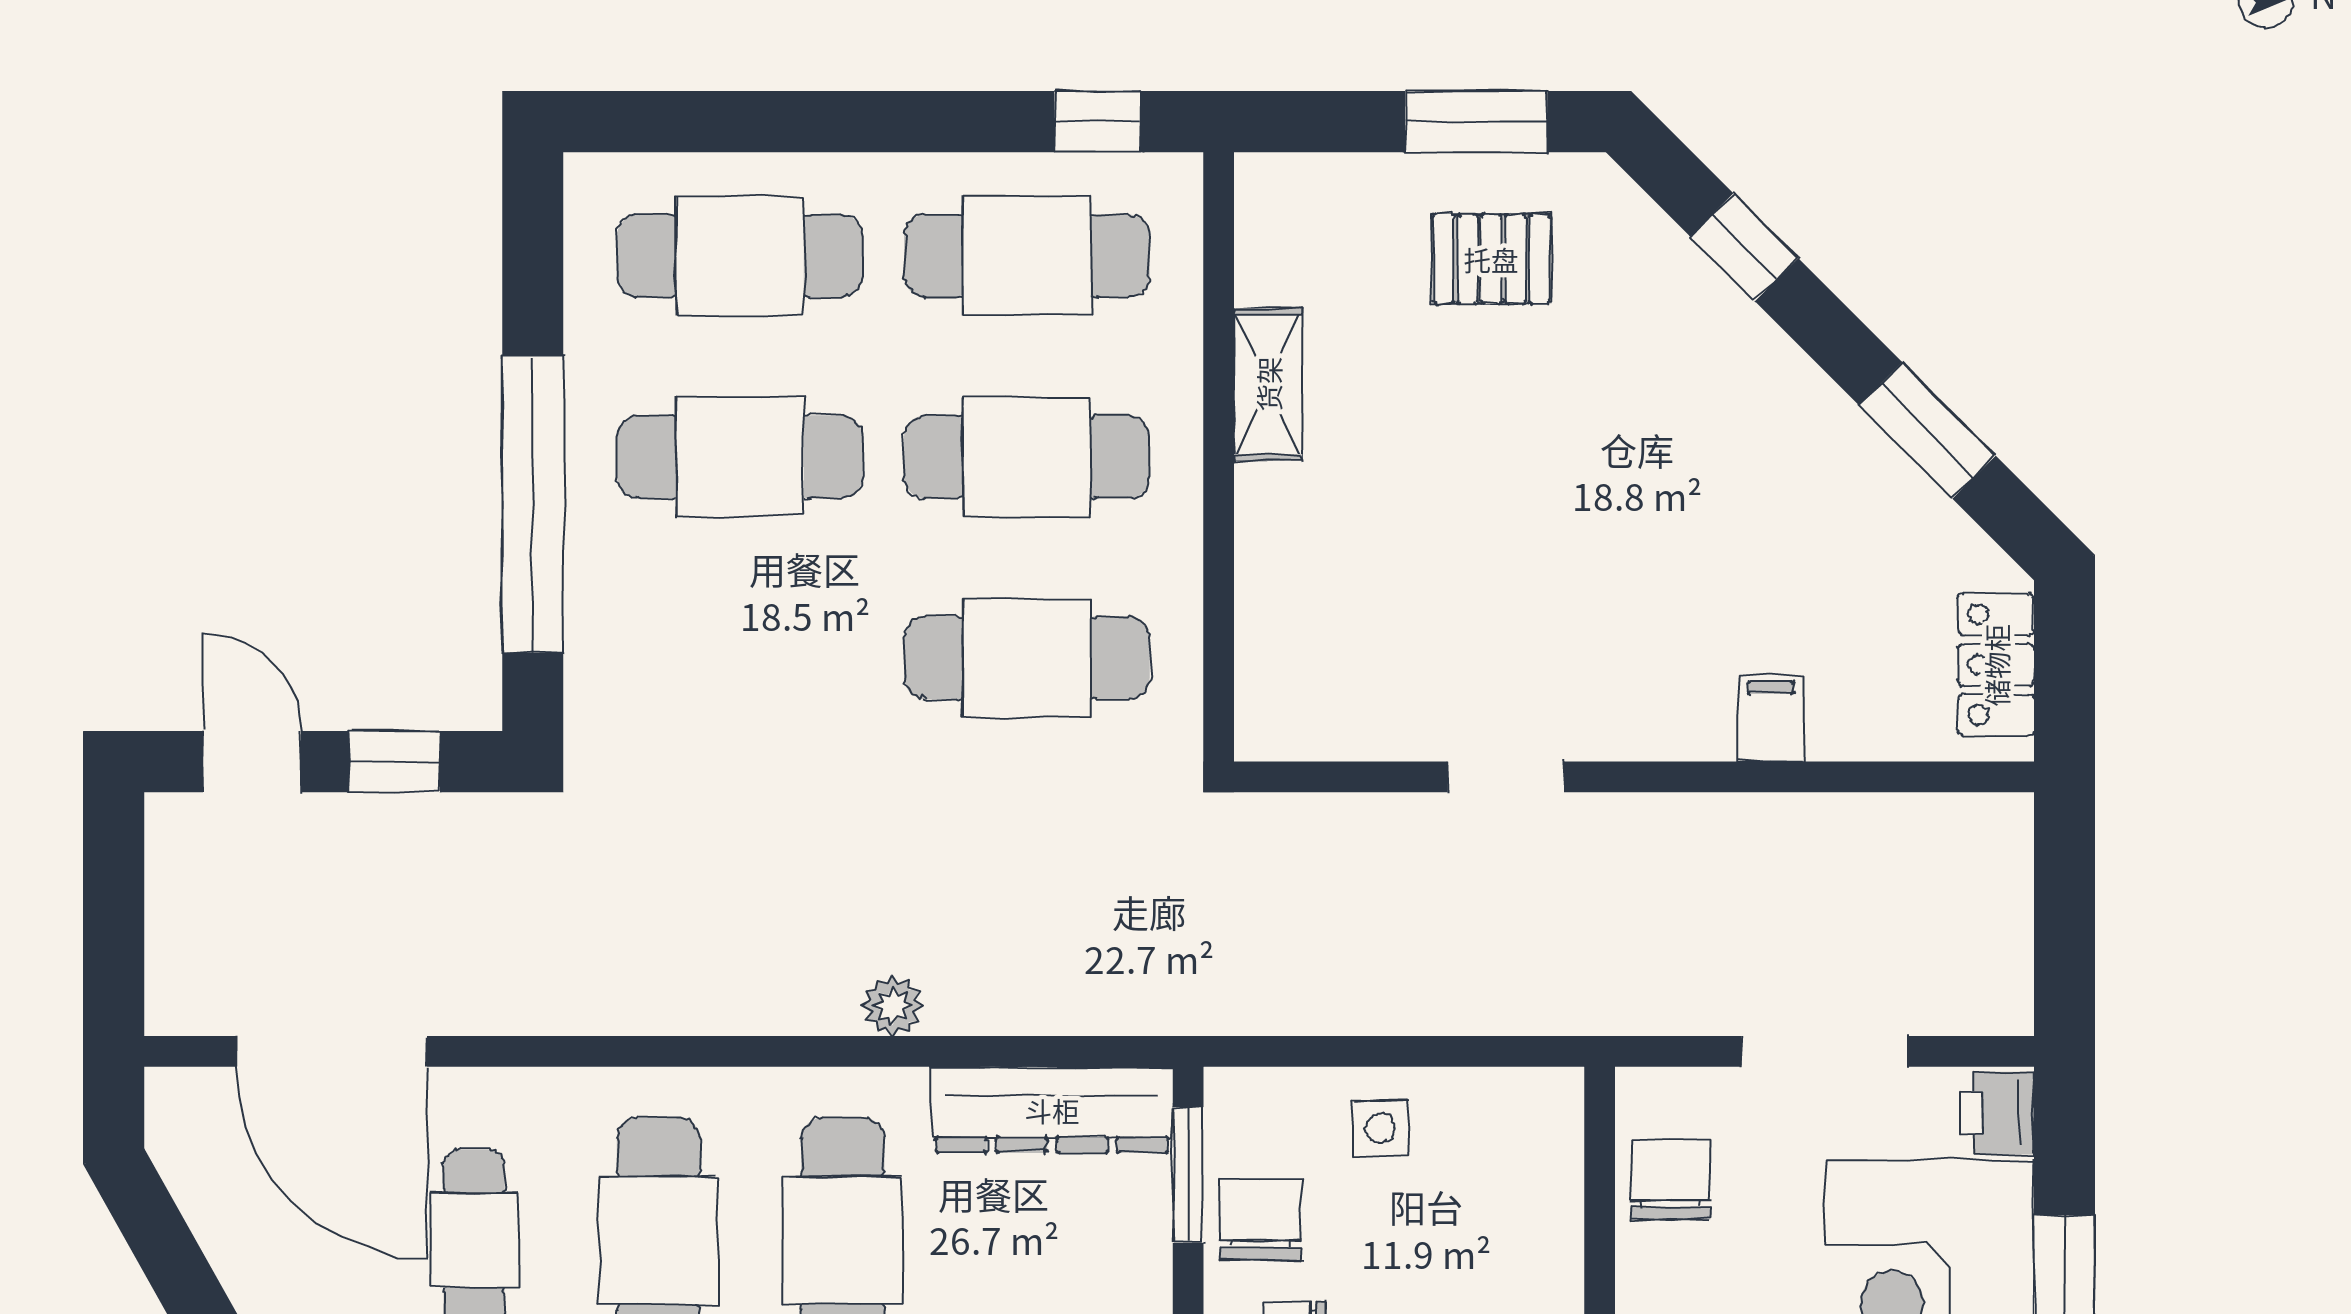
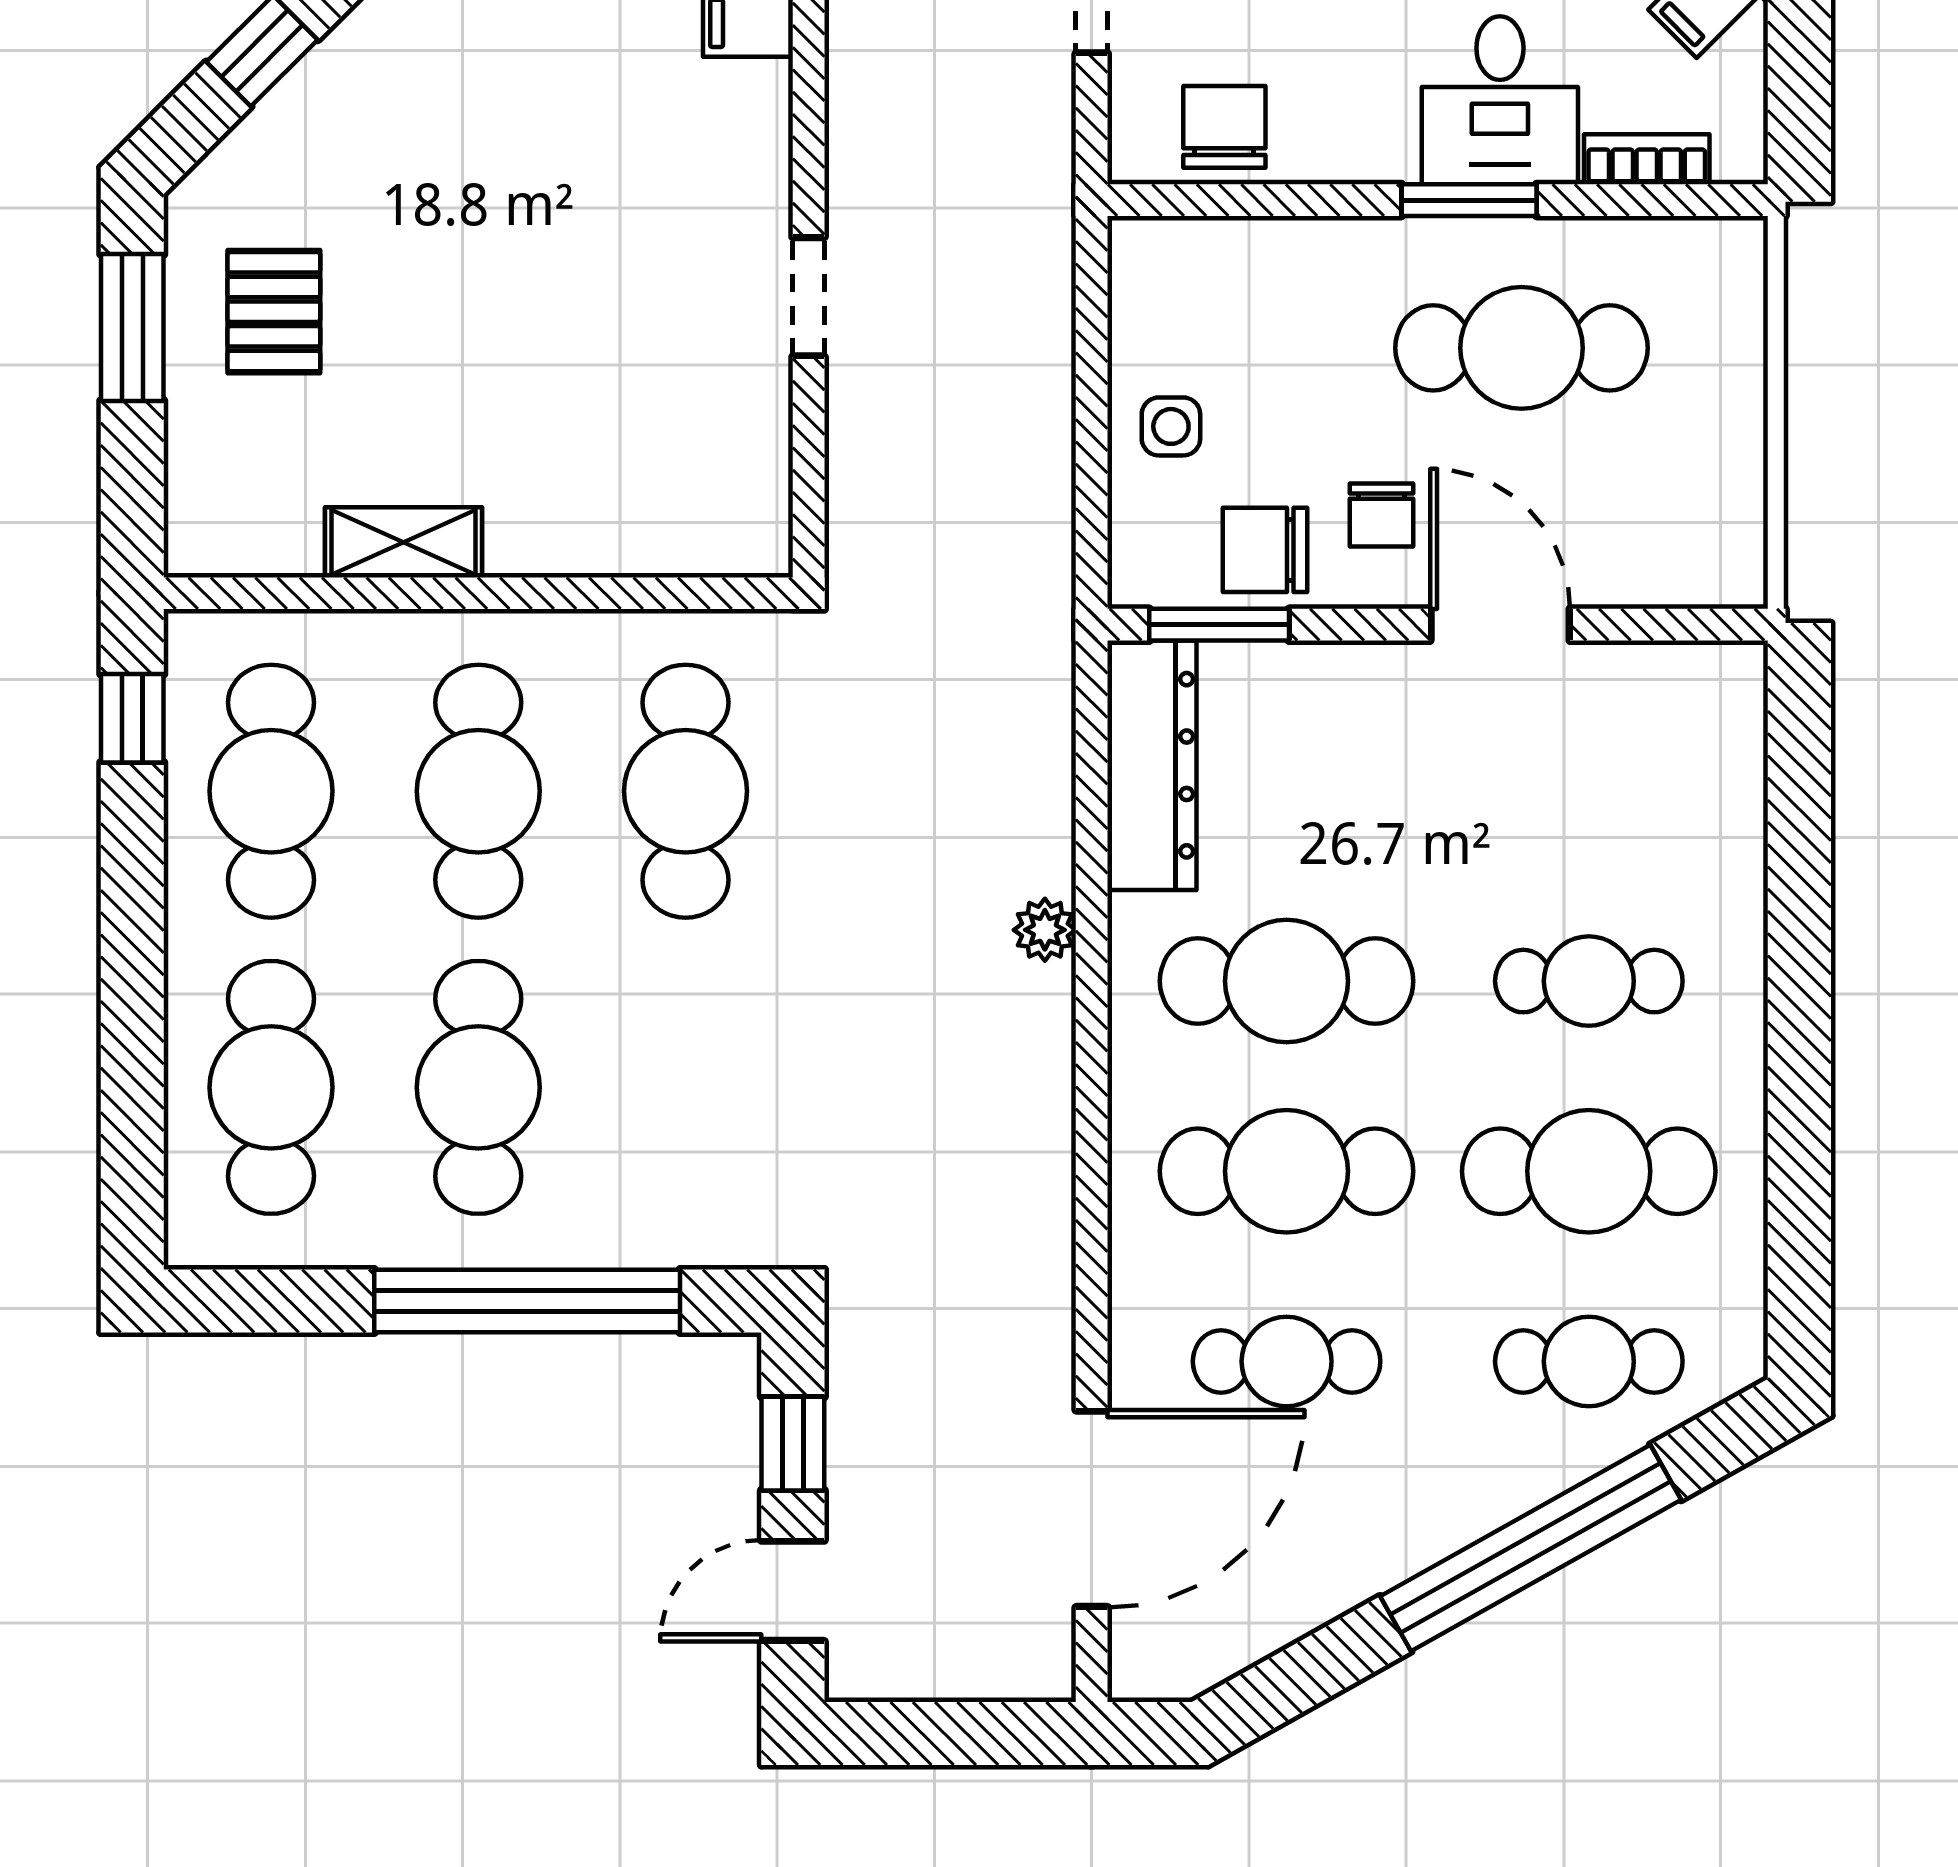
chair: (1670, 1180) -> (1224, 127), turned 90

